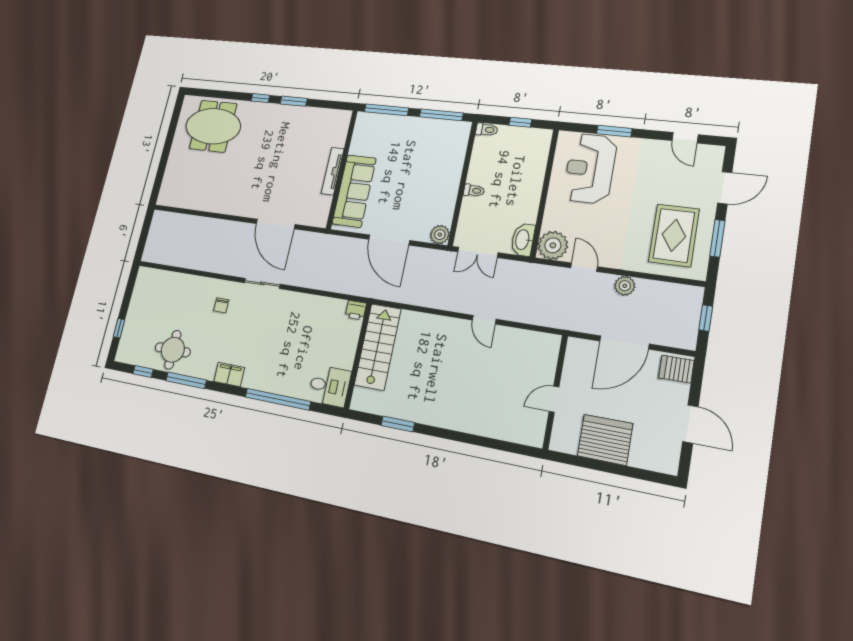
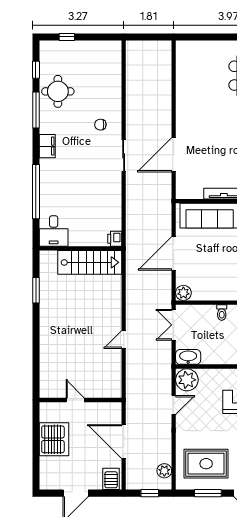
plant: (625, 286) -> (164, 471), moved

